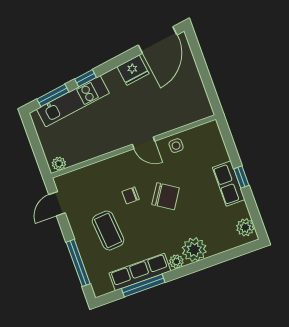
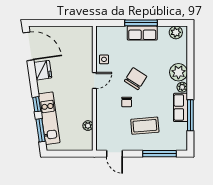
plant: (59, 164) -> (88, 126), moved
window: (241, 177) -> (141, 23), width x2.17
row of seats: (140, 272) -> (180, 107), width x0.68

